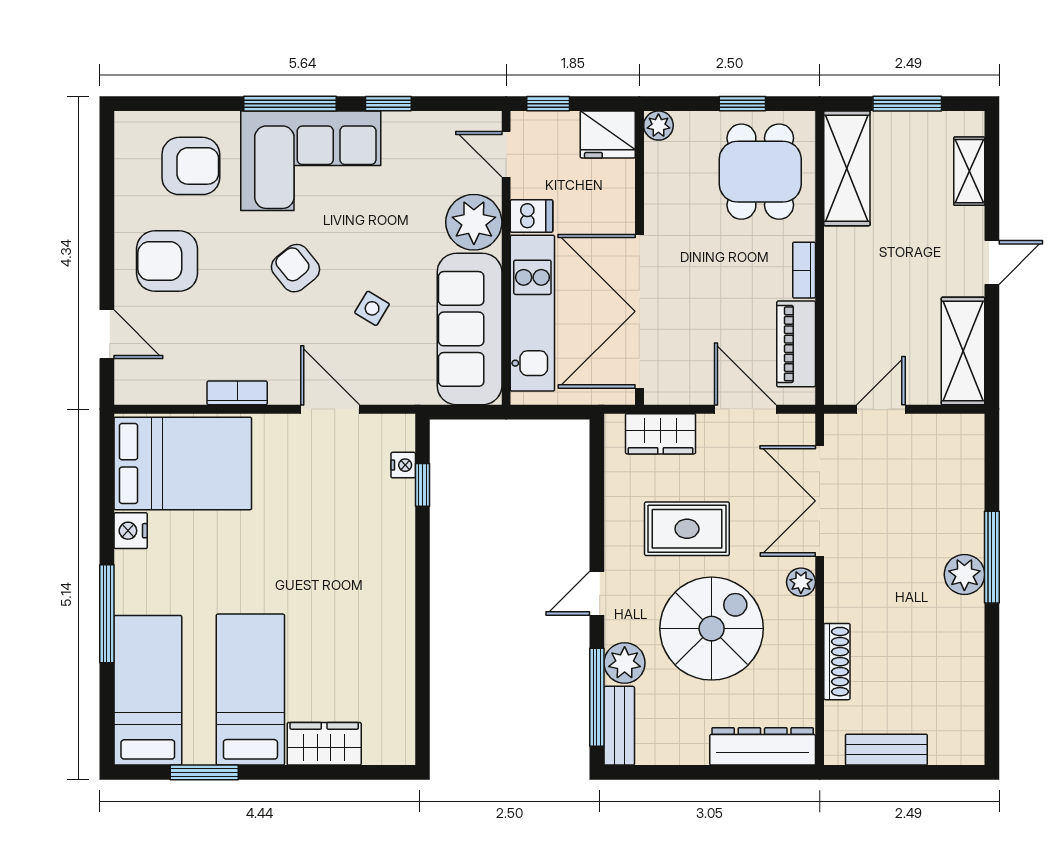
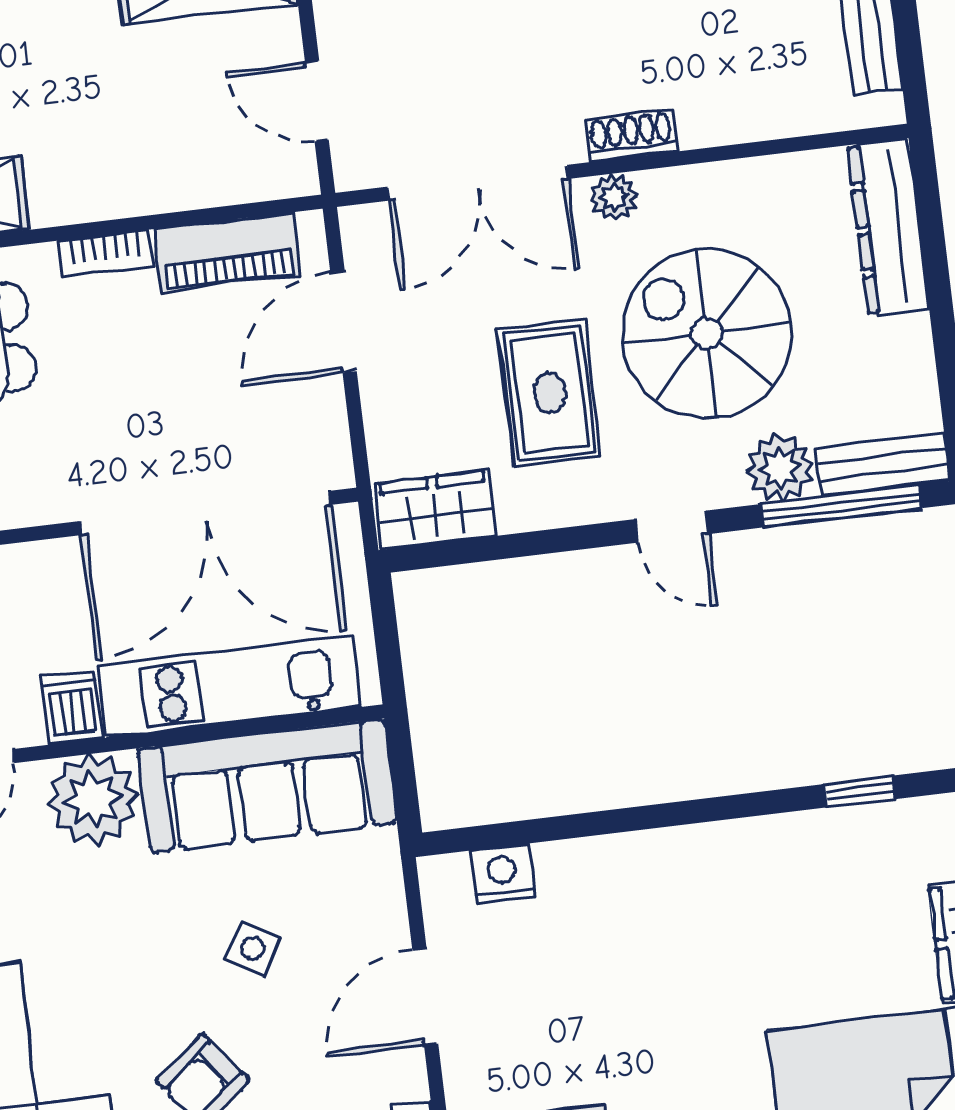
wardrobe: (661, 434) -> (435, 510), moved, turned -90
nightstand: (403, 465) -> (503, 874), width x1.39, depth x1.35
window: (423, 485) -> (860, 792), moved
shoe rack: (837, 662) -> (631, 136), moved, width x0.70

